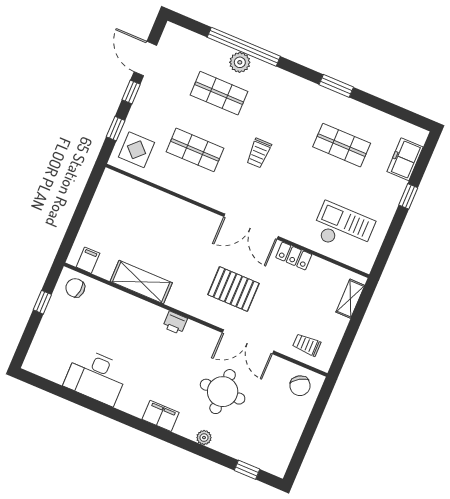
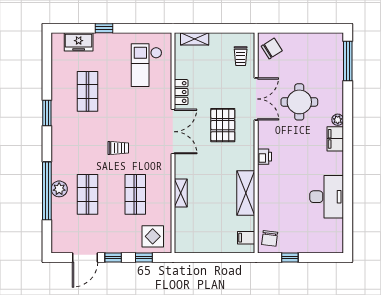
shelving: (174, 205) -> (181, 193), added
plant: (204, 438) -> (338, 120), moved
window: (247, 470) -> (348, 61), width x2.17

